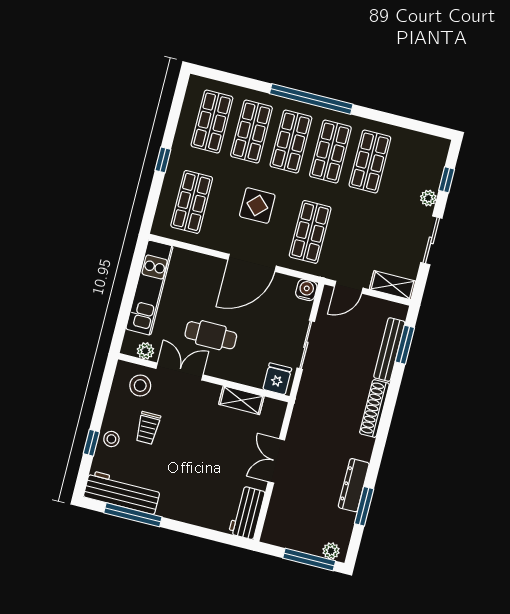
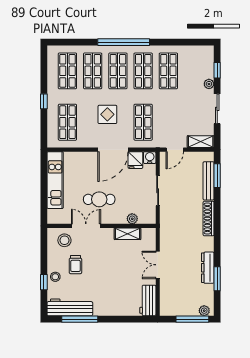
plant: (145, 351) -> (132, 219), moved
fridge: (277, 379) -> (135, 160), moved, turned 180

